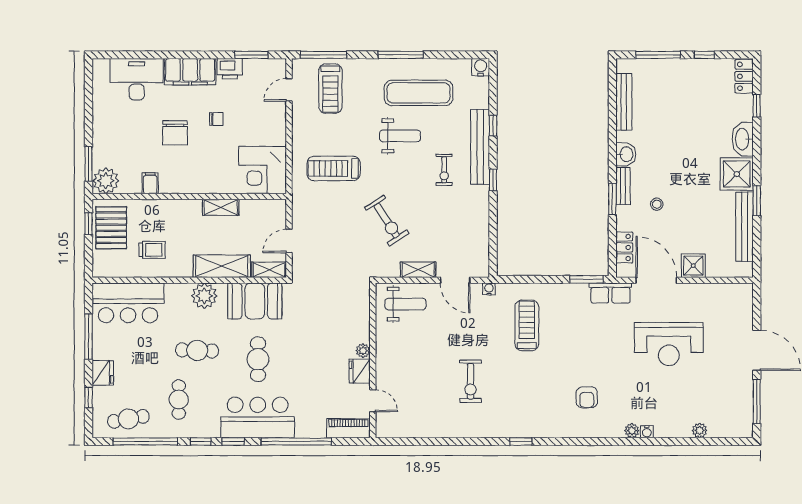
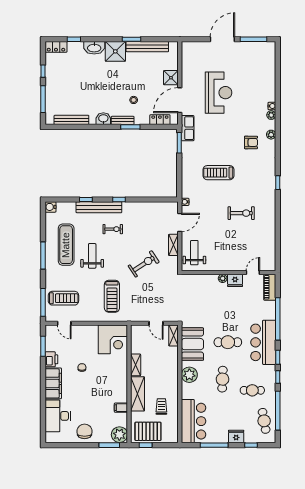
chair: (175, 133) -> (85, 431), moved, turned -90
shelving: (222, 266) -> (138, 394), moved
treadmill: (527, 325) -> (219, 173), moved
plant: (700, 430) -> (271, 135), moved

